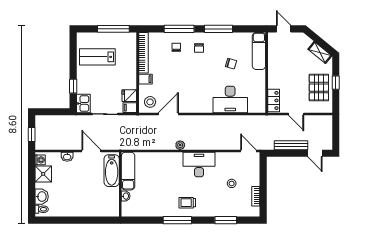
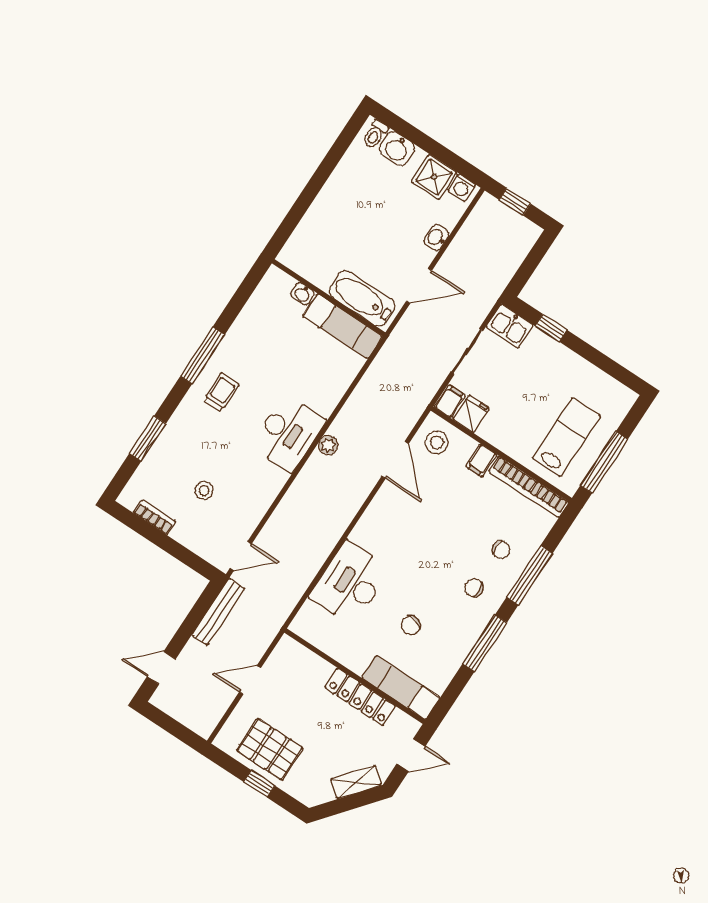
shelving: (320, 52) -> (356, 782), moved
lab bench: (97, 57) -> (566, 437), moved
locker: (274, 100) -> (360, 697), moved, width x1.53
bench: (291, 145) -> (218, 612), moved
desk: (199, 165) -> (288, 433), moved

